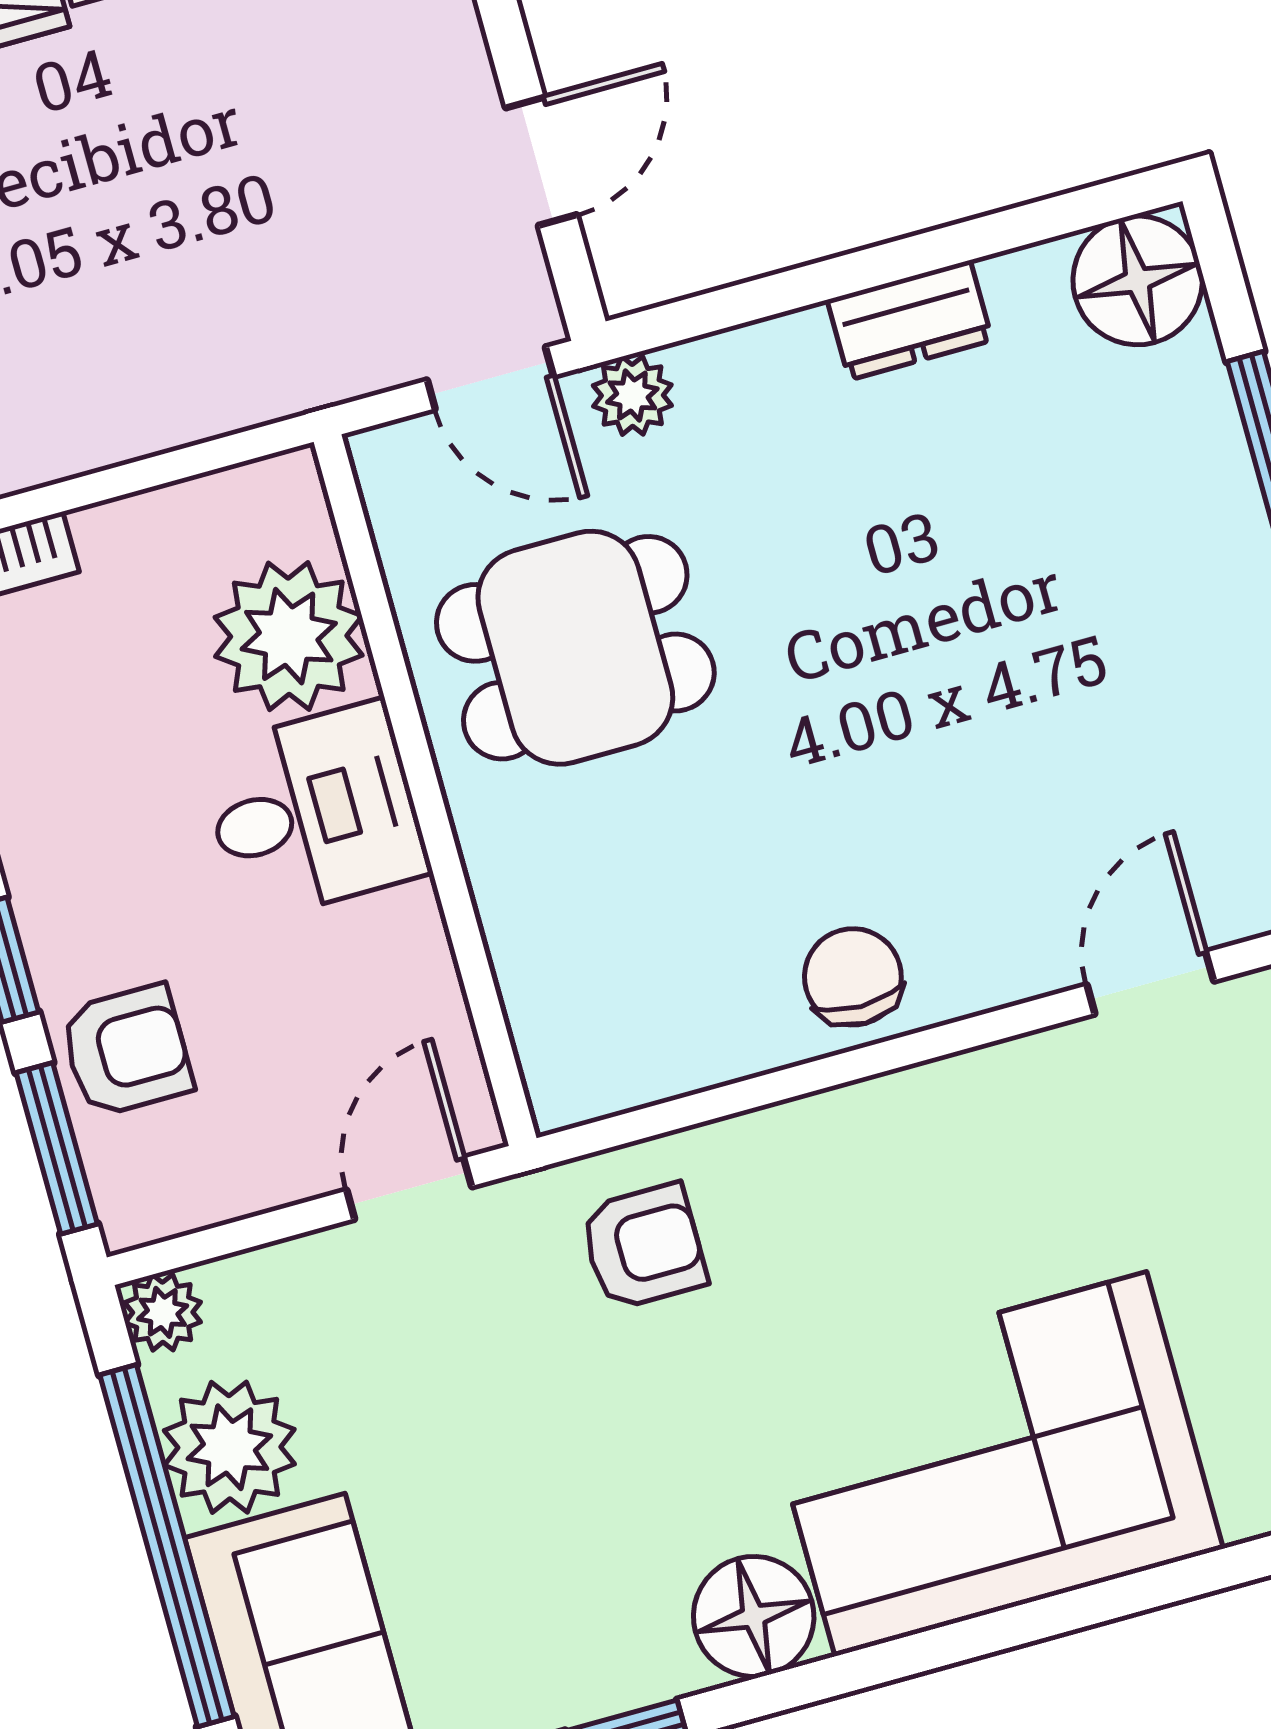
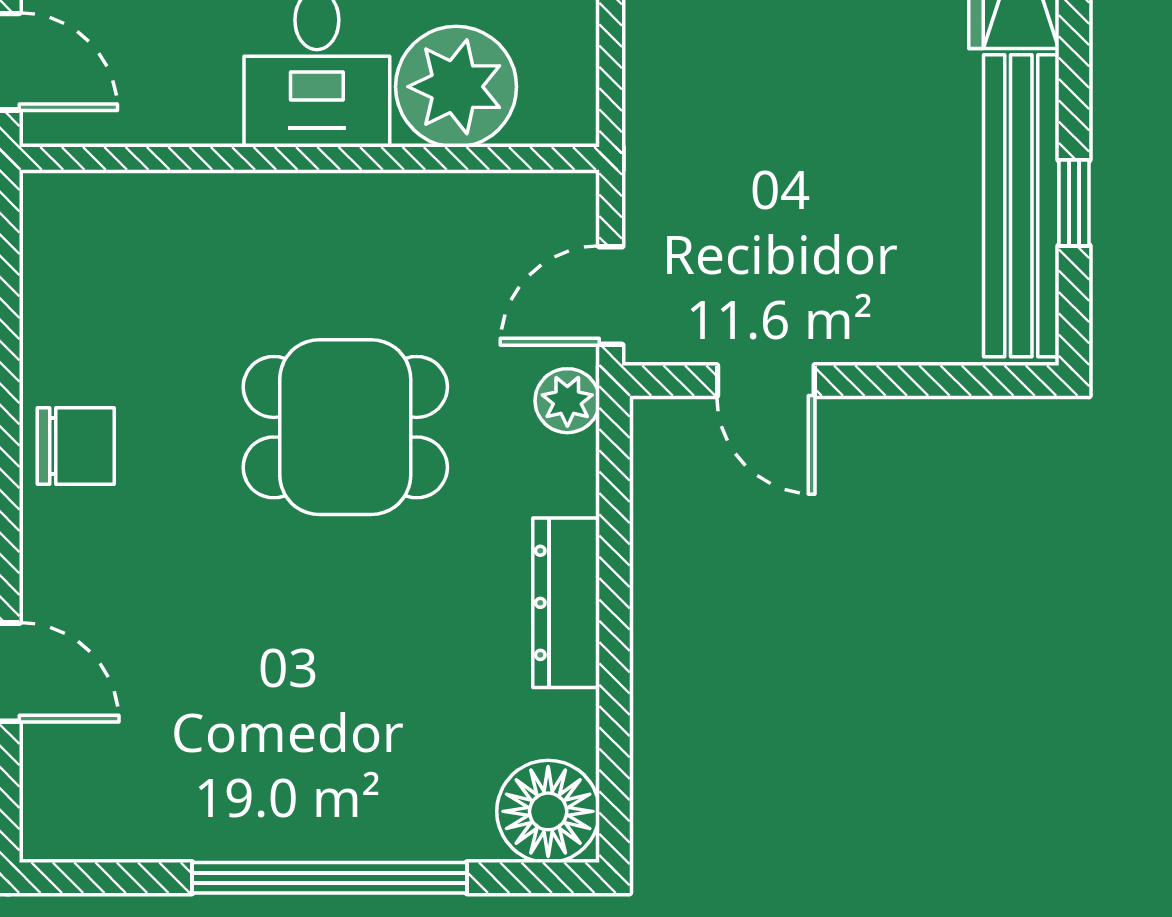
dresser: (910, 320) -> (566, 603), width x1.44
dining table: (575, 648) -> (345, 427), moved, turned 90

